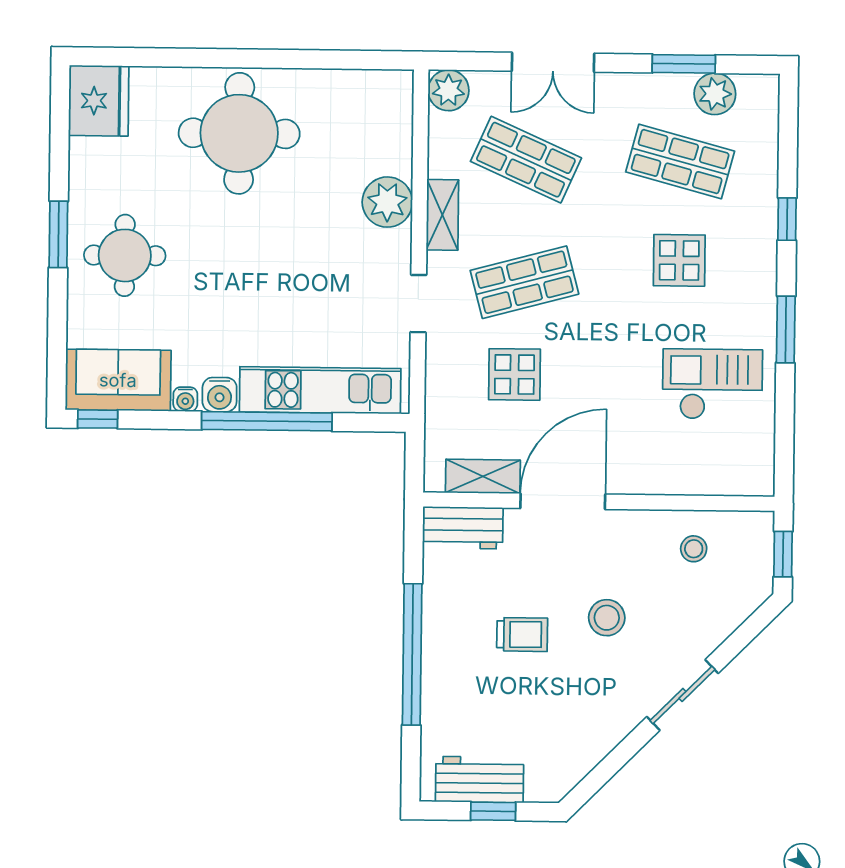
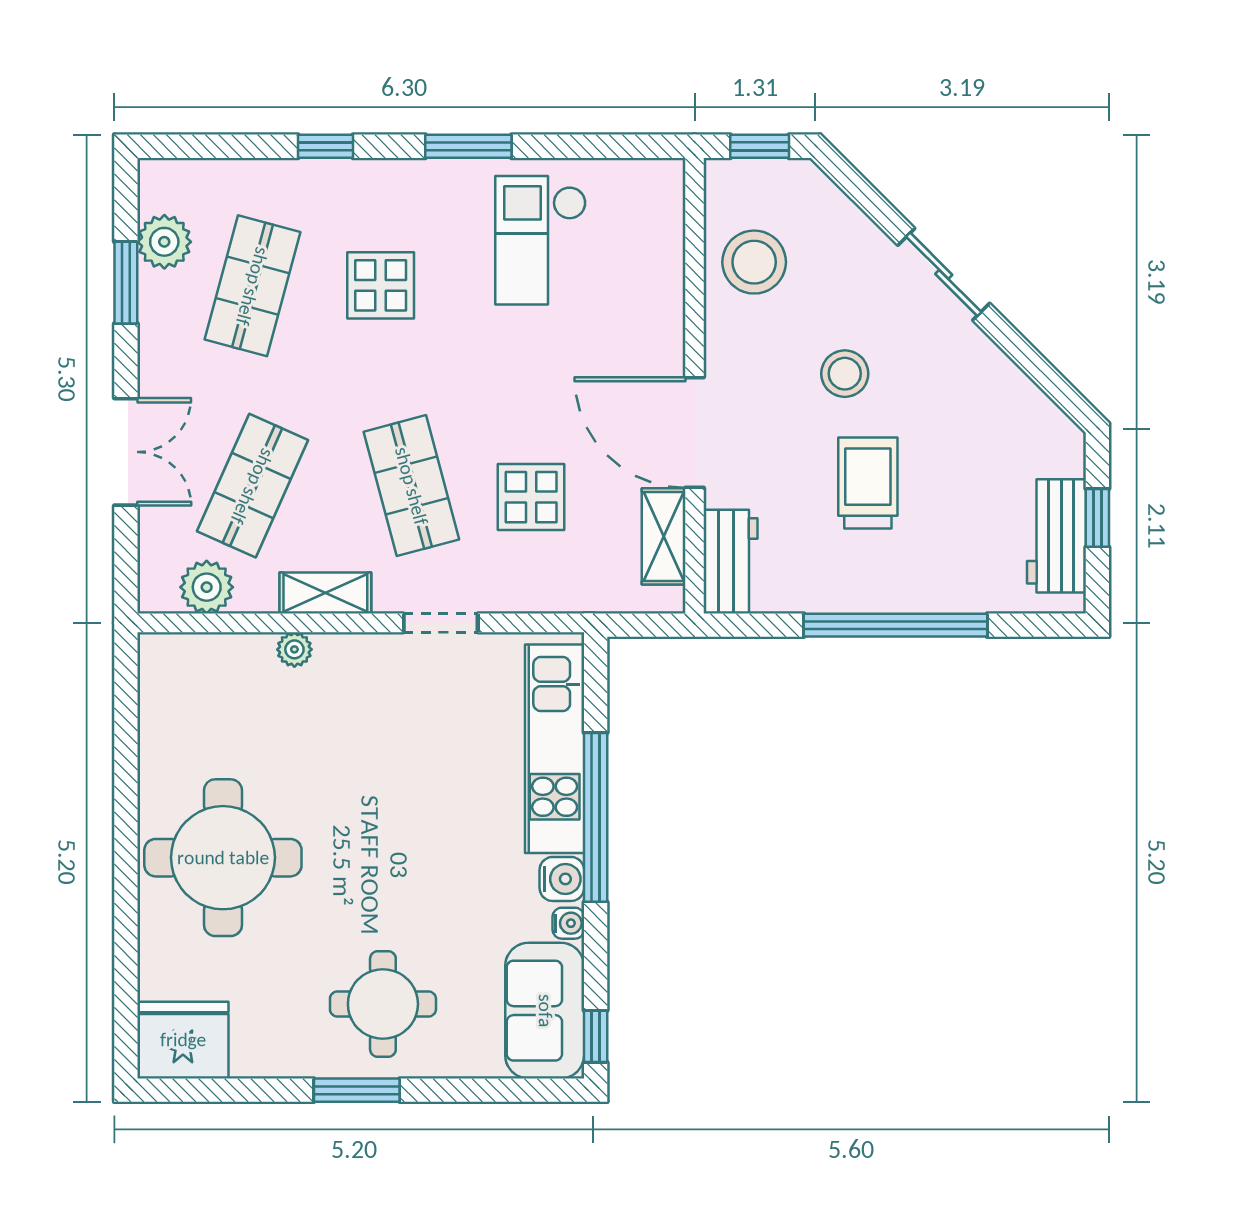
plant: (448, 90) -> (207, 587), moved
plant: (387, 202) -> (294, 649), width x0.53, depth x0.53
stool: (694, 549) -> (754, 262), width x1.89, depth x1.89
trolley: (522, 634) -> (868, 483), width x1.36, depth x1.39

